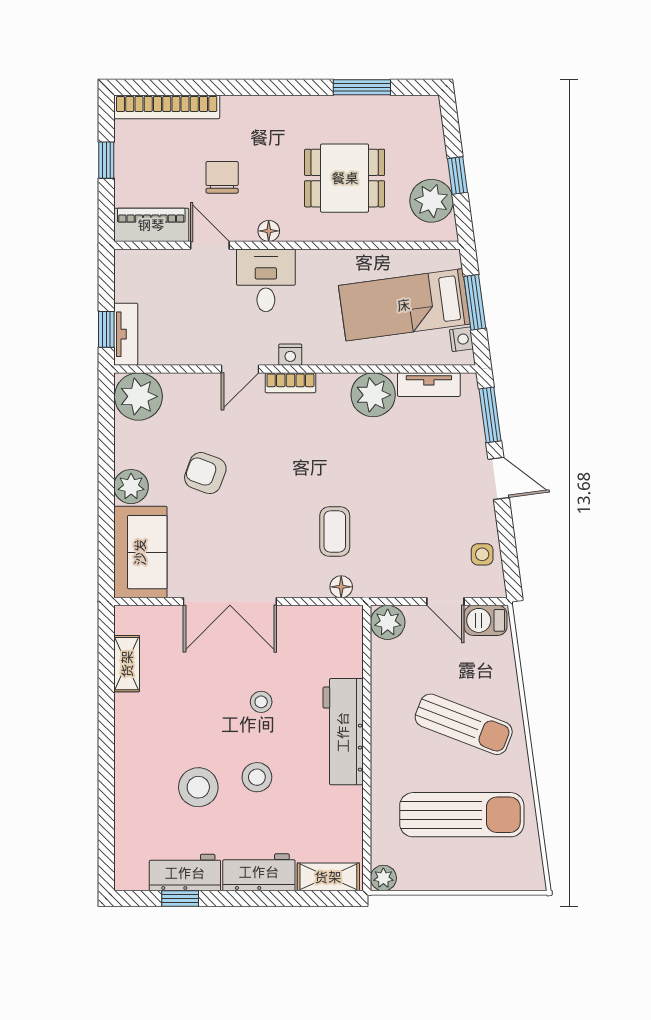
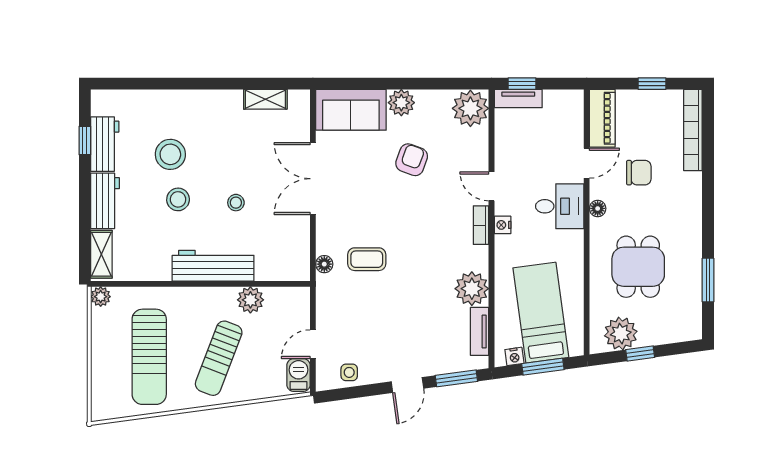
plant: (388, 622) -> (250, 300), moved

